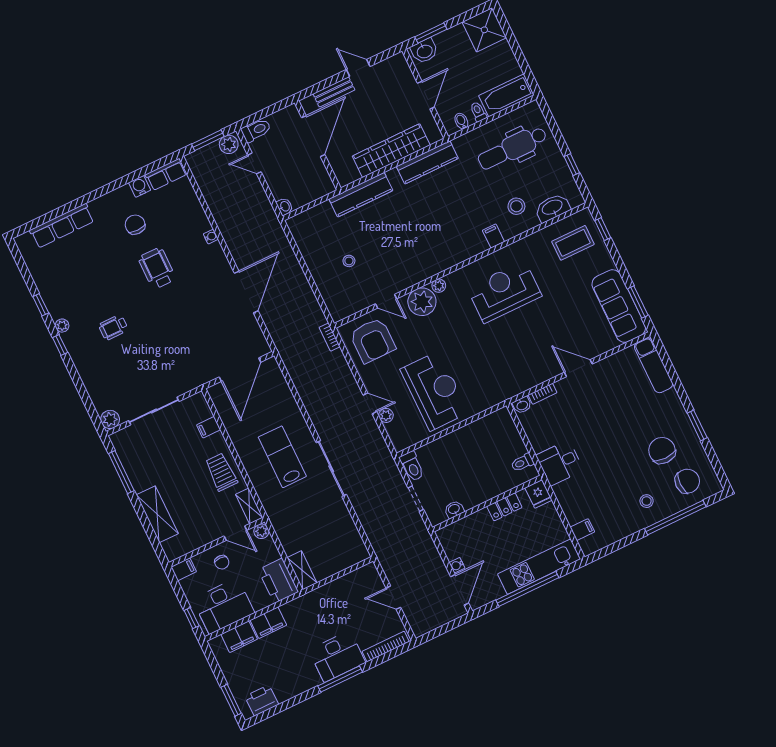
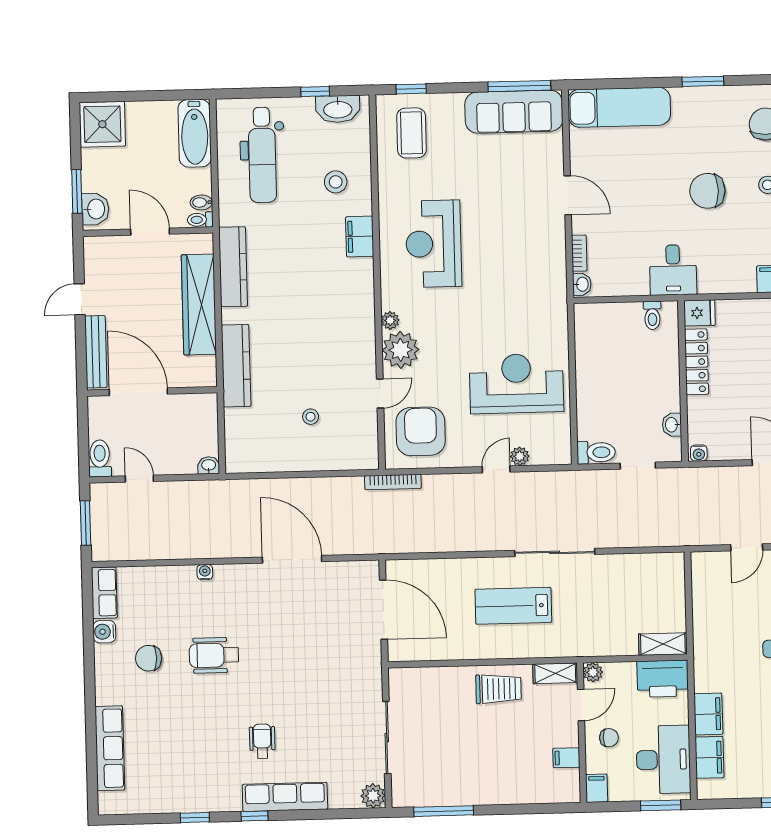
bench: (334, 92) -> (96, 352), width x1.36
toilet: (478, 112) -> (200, 220), moved
plant: (229, 144) -> (102, 500), removed
door: (254, 163) -> (139, 479), swing flipped
washbasin: (552, 208) -> (338, 109), moved, turned -90
filing cabinet: (493, 236) -> (360, 237), width x2.00
window: (638, 302) -> (519, 86), width x1.44
plant: (62, 326) -> (232, 803), removed
wheelchair: (113, 327) -> (262, 741), turned 180
bookcase: (330, 337) -> (393, 482), width x1.56
armchair: (373, 340) -> (421, 431), turned -90
row of seats: (82, 360) -> (285, 797), added
exam couch: (654, 365) -> (619, 107), width x1.36, depth x1.45
door: (578, 368) -> (568, 195), swing flipped
filing cabinet: (209, 427) -> (566, 758), moved, turned 90
chair: (662, 450) -> (707, 191), moved
trolley: (221, 472) -> (498, 689), turned 180
locker: (504, 507) -> (697, 362), width x1.53
shelving: (157, 514) -> (515, 790), removed
water cooler: (457, 565) -> (699, 453), moved
window: (192, 618) -> (661, 805), width x1.50

